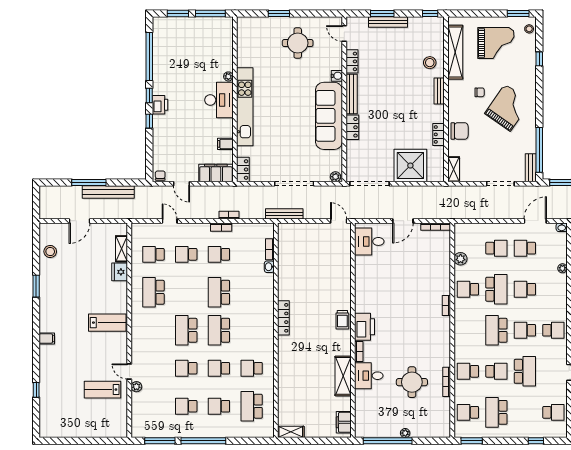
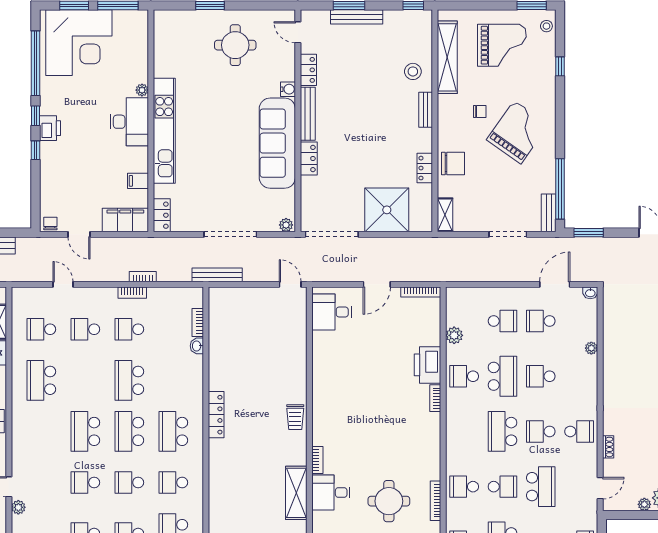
corner desk: (181, 41) -> (79, 43), added
printer: (365, 327) -> (427, 365), moved, turned 180
school desk: (252, 330) -> (173, 431), added

